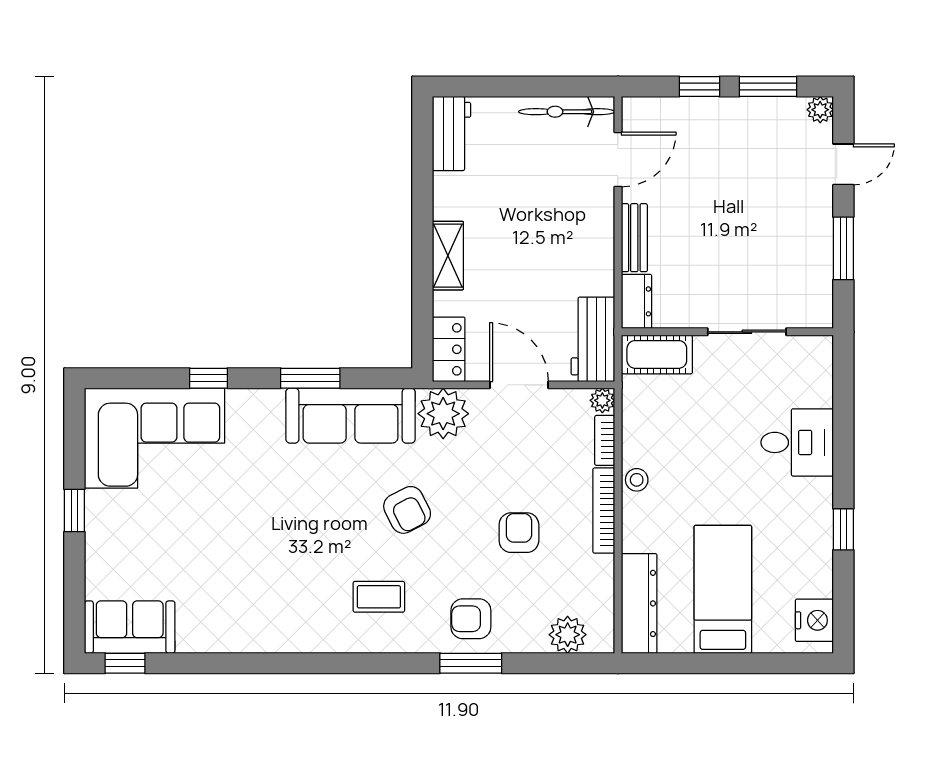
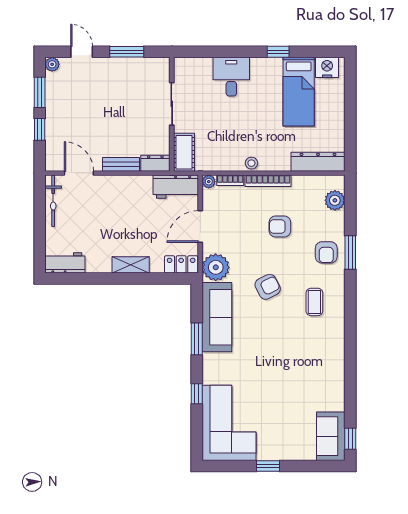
bed: (723, 589) -> (299, 92), moved, turned -90

